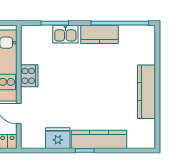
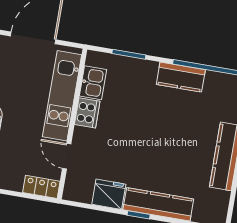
kitchen sink: (65, 34) -> (93, 83), moved, turned -90

